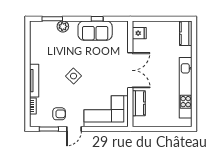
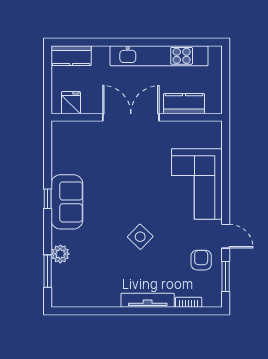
fridge: (139, 33) -> (71, 103), moved
double door: (130, 70) -> (131, 117), moved
wall: (130, 74) -> (137, 117), moved
kitchen counter: (139, 103) -> (184, 104), moved

